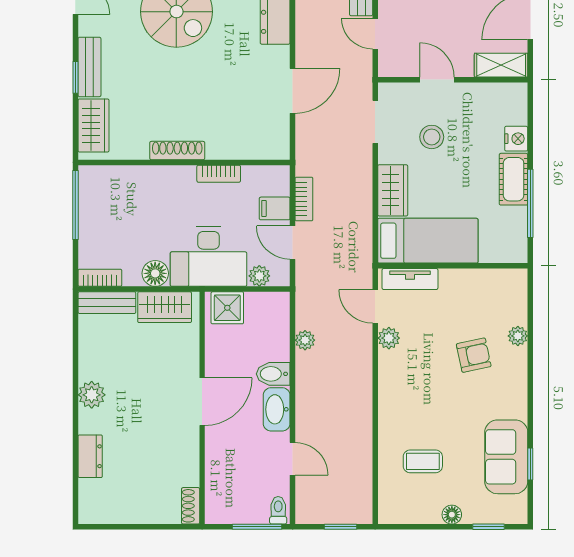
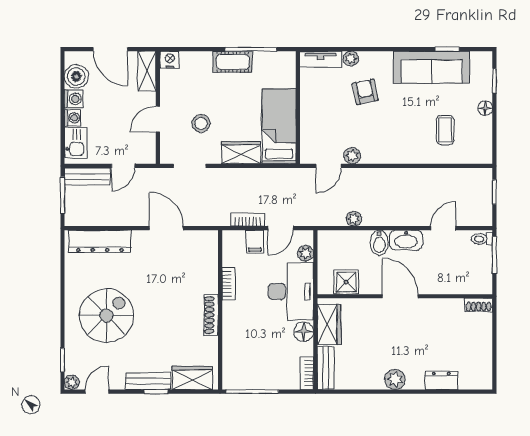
nightstand: (516, 139) -> (170, 60), moved
tv unit: (410, 279) -> (321, 59), moved, turned 90
shower: (227, 308) -> (346, 282), moved
sofa: (506, 457) -> (432, 67), width x1.36

